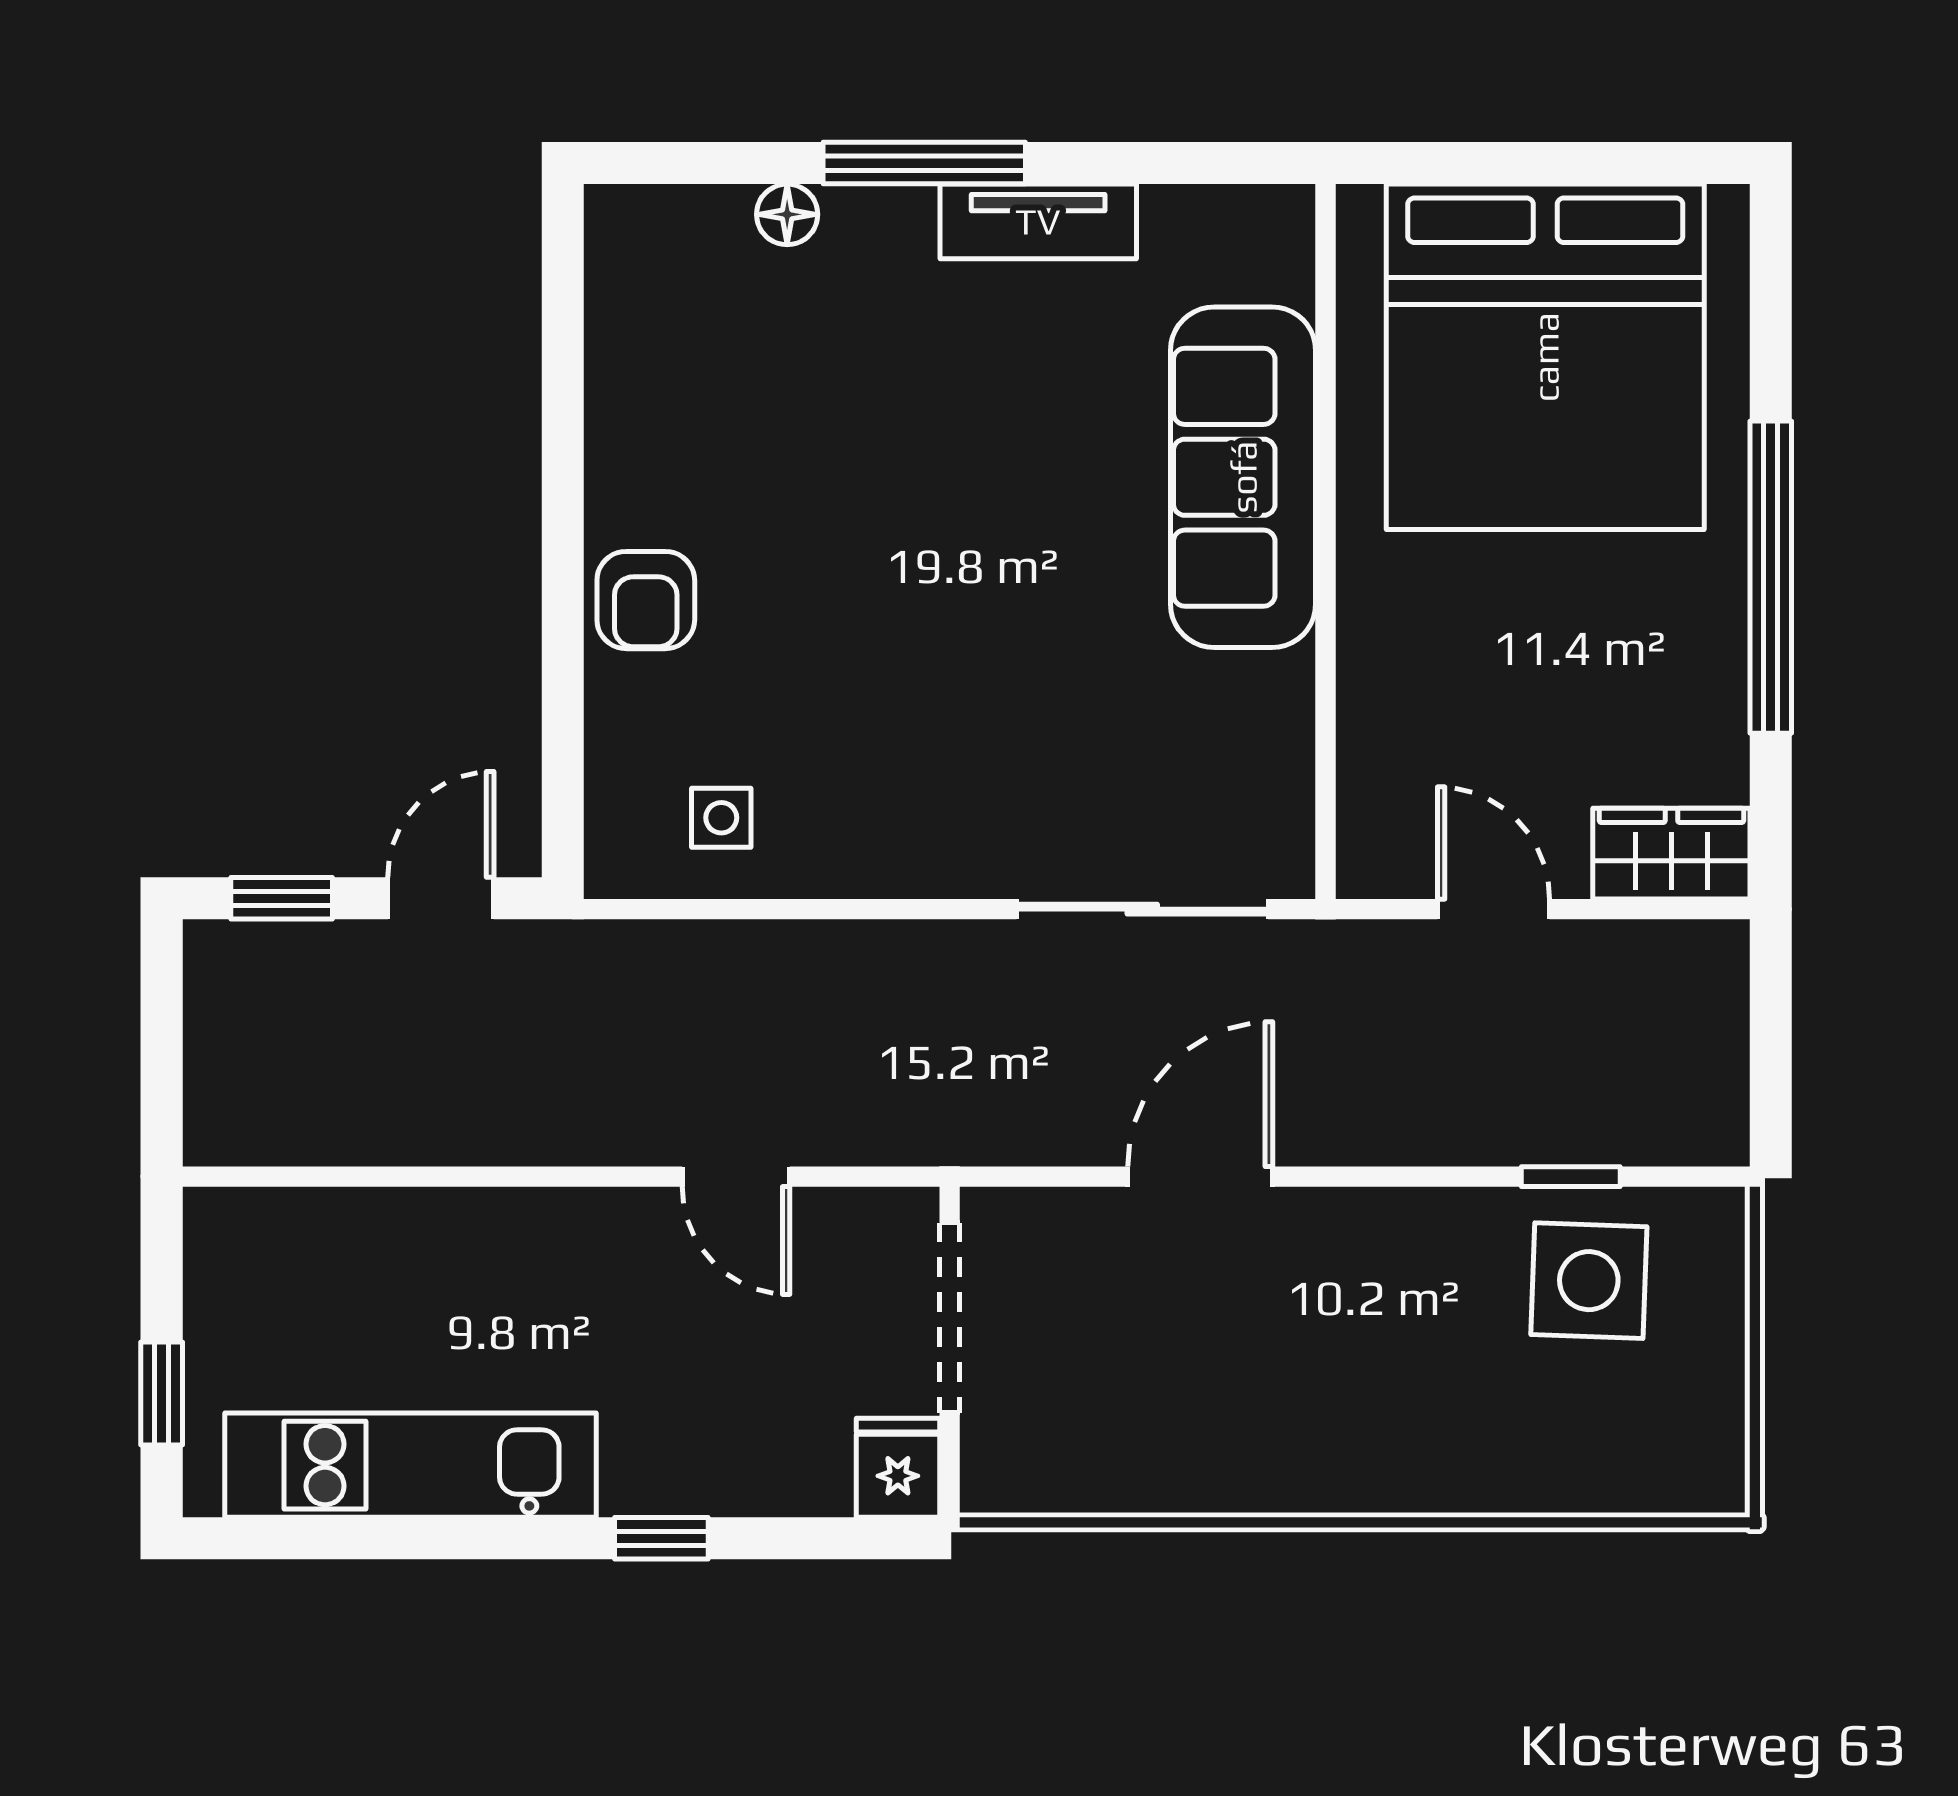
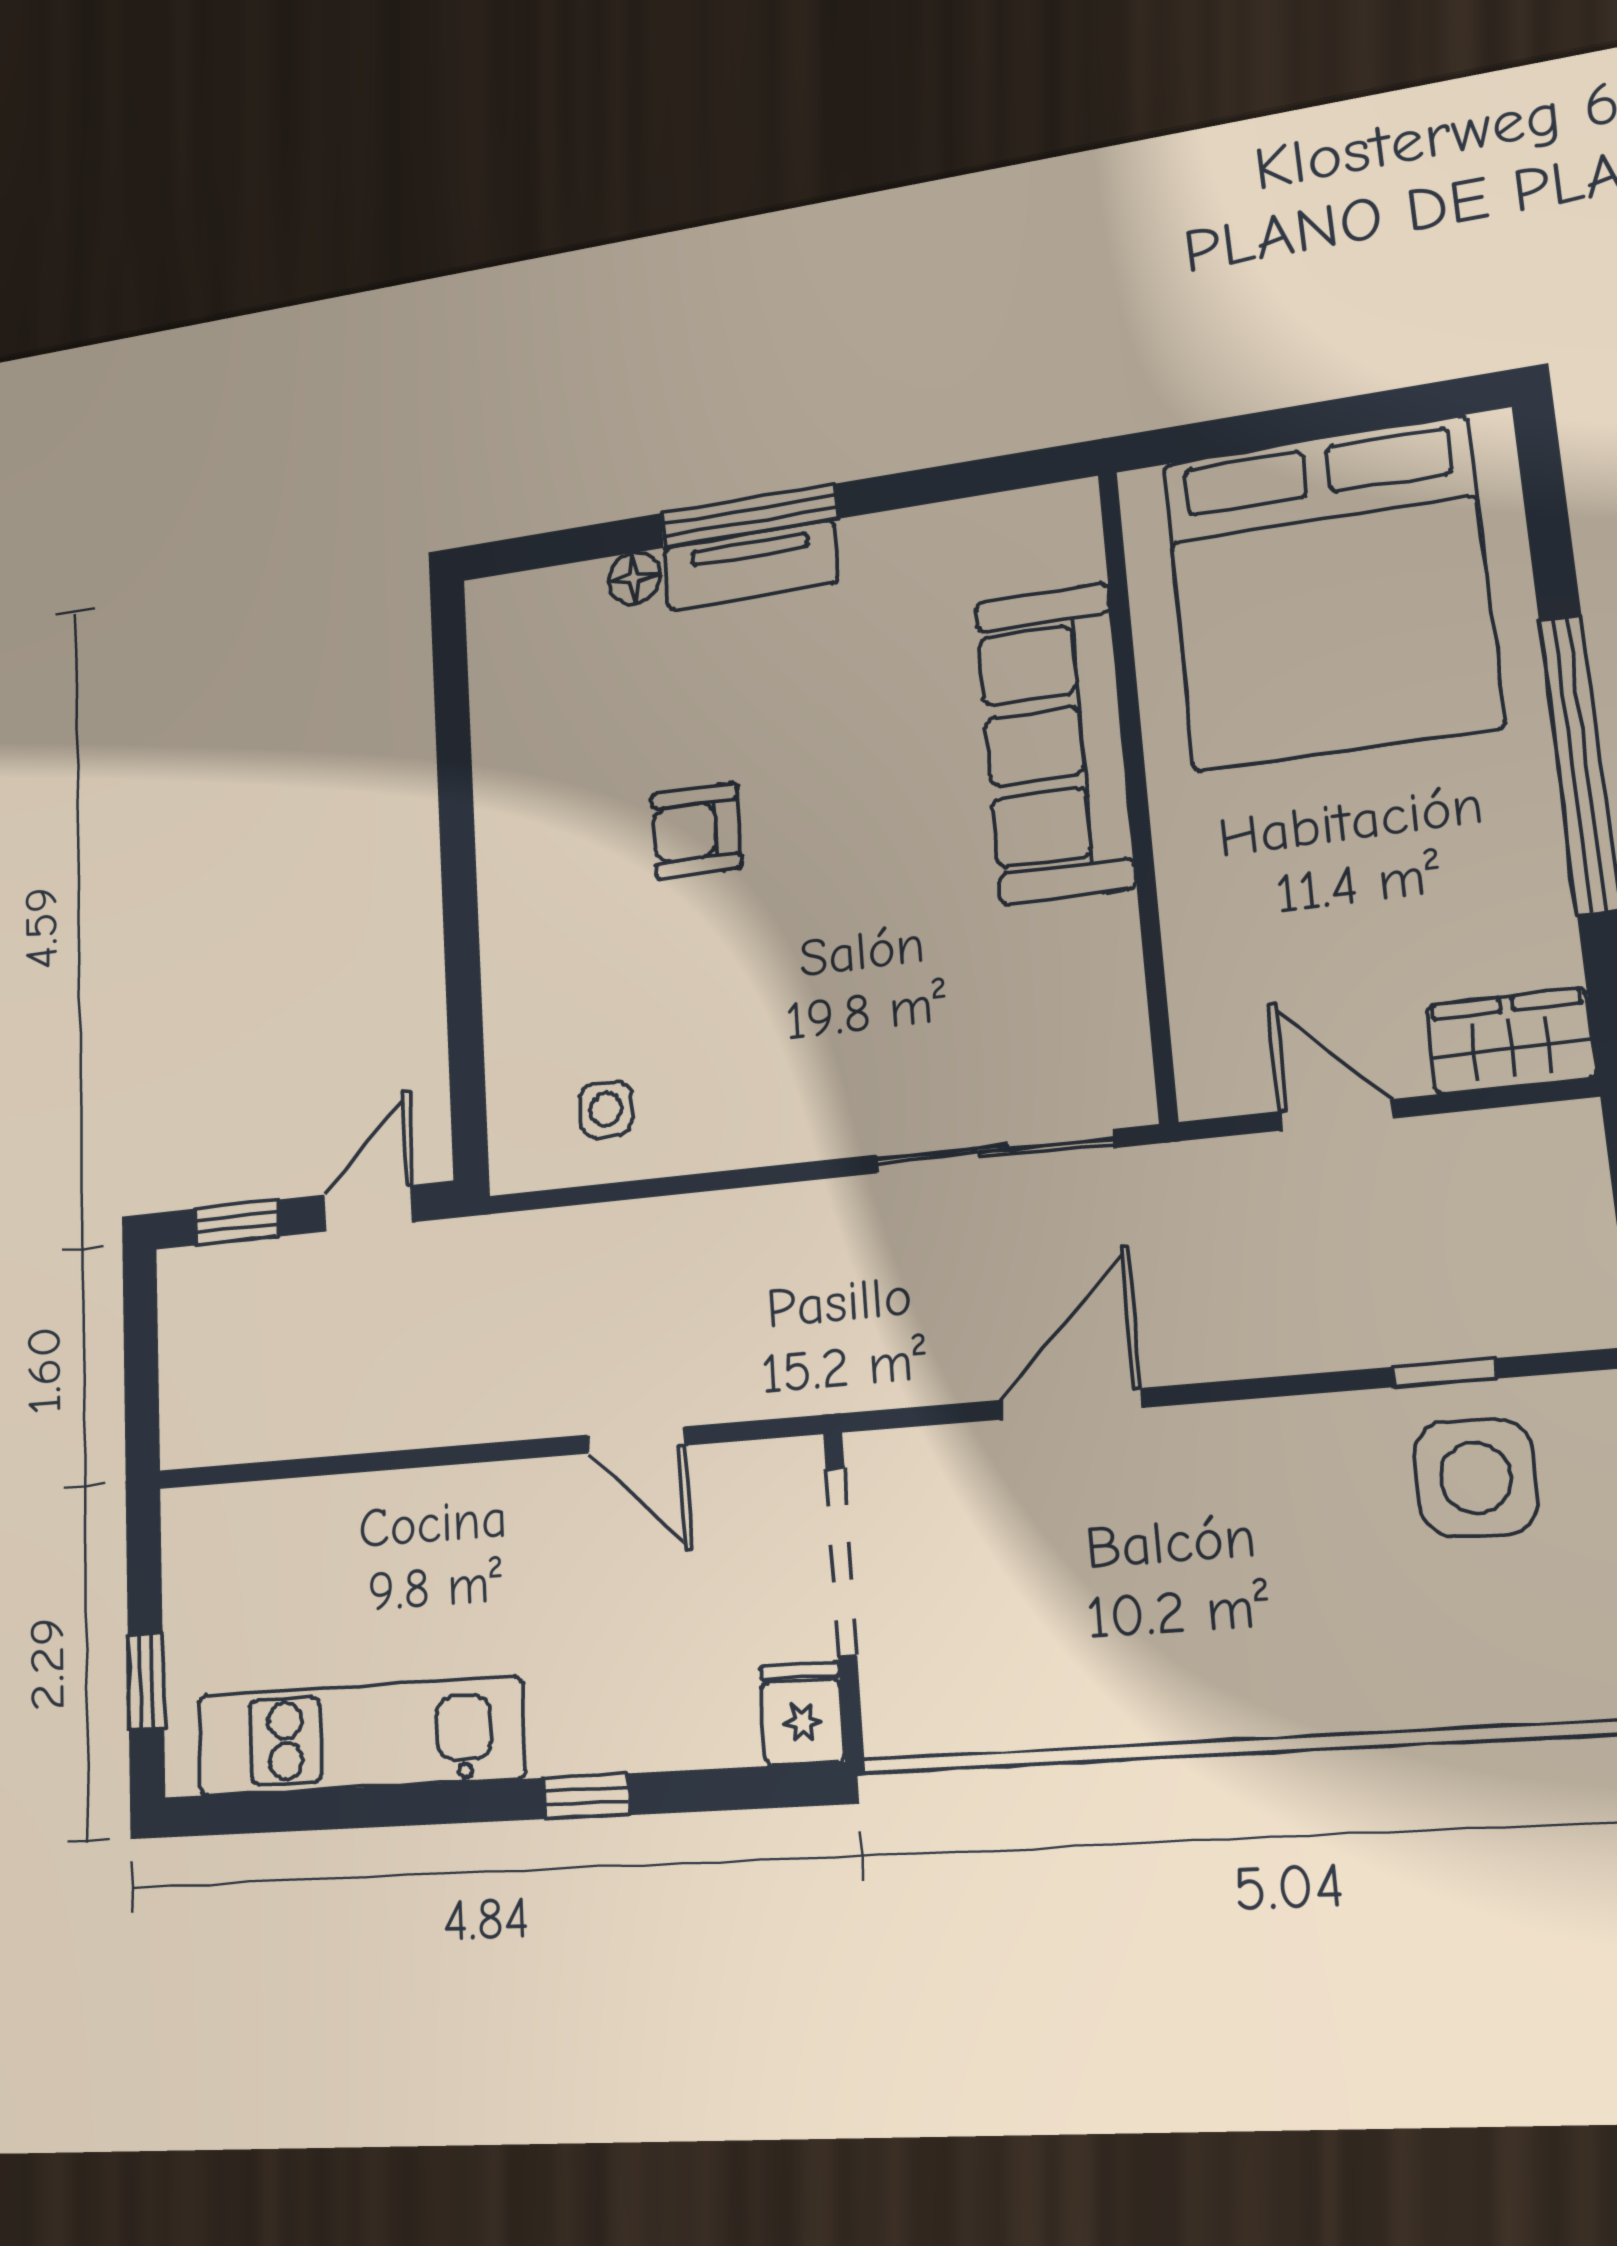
tv unit: (1038, 221) -> (750, 565), moved
armchair: (646, 600) -> (697, 831), moved, turned 90

